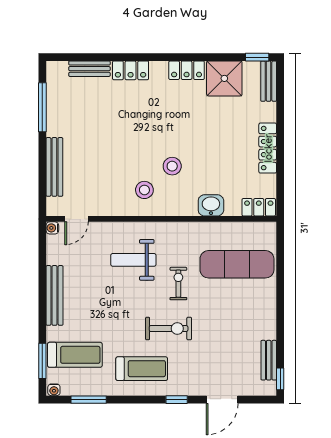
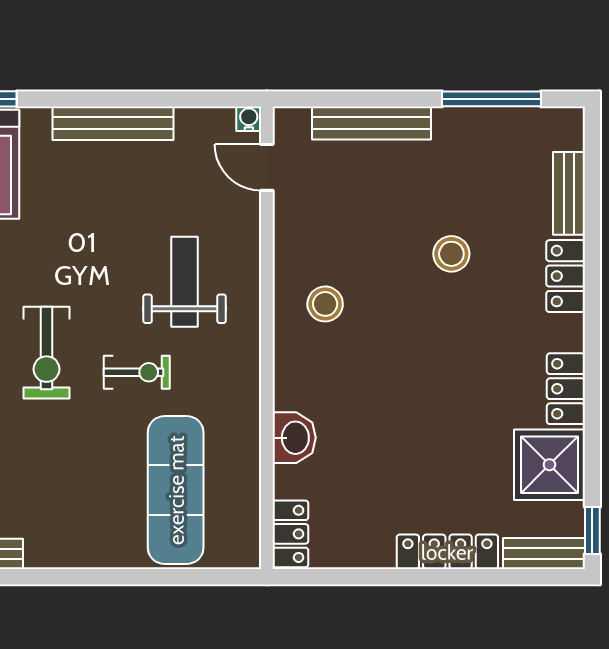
locker: (268, 148) -> (447, 552), moved
stool: (172, 166) -> (451, 254), moved

